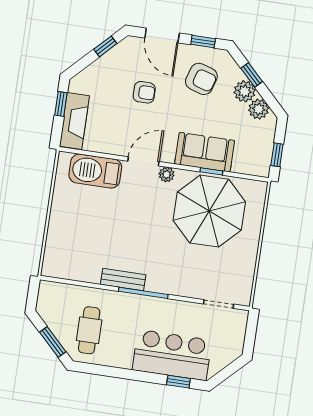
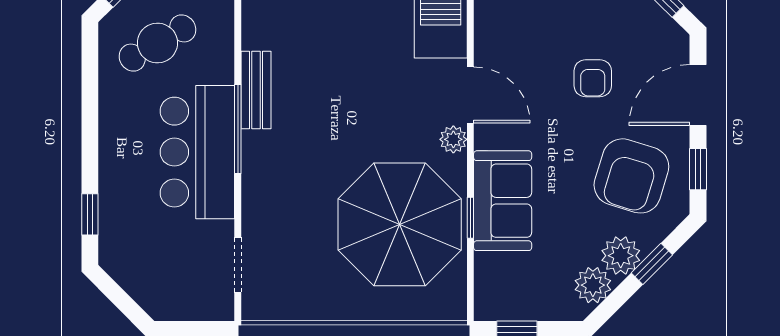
armchair: (201, 79) -> (631, 176), width x1.36, depth x1.36
cafe table: (89, 330) -> (157, 43), turned -30
bar counter: (172, 355) -> (197, 152), moved, turned 180

